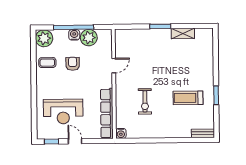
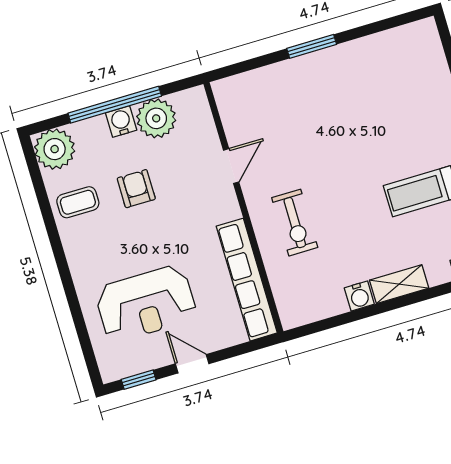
shelving: (183, 33) -> (399, 284), moved
exercise bike: (145, 101) -> (295, 223), moved
water cooler: (121, 133) -> (359, 296), moved

